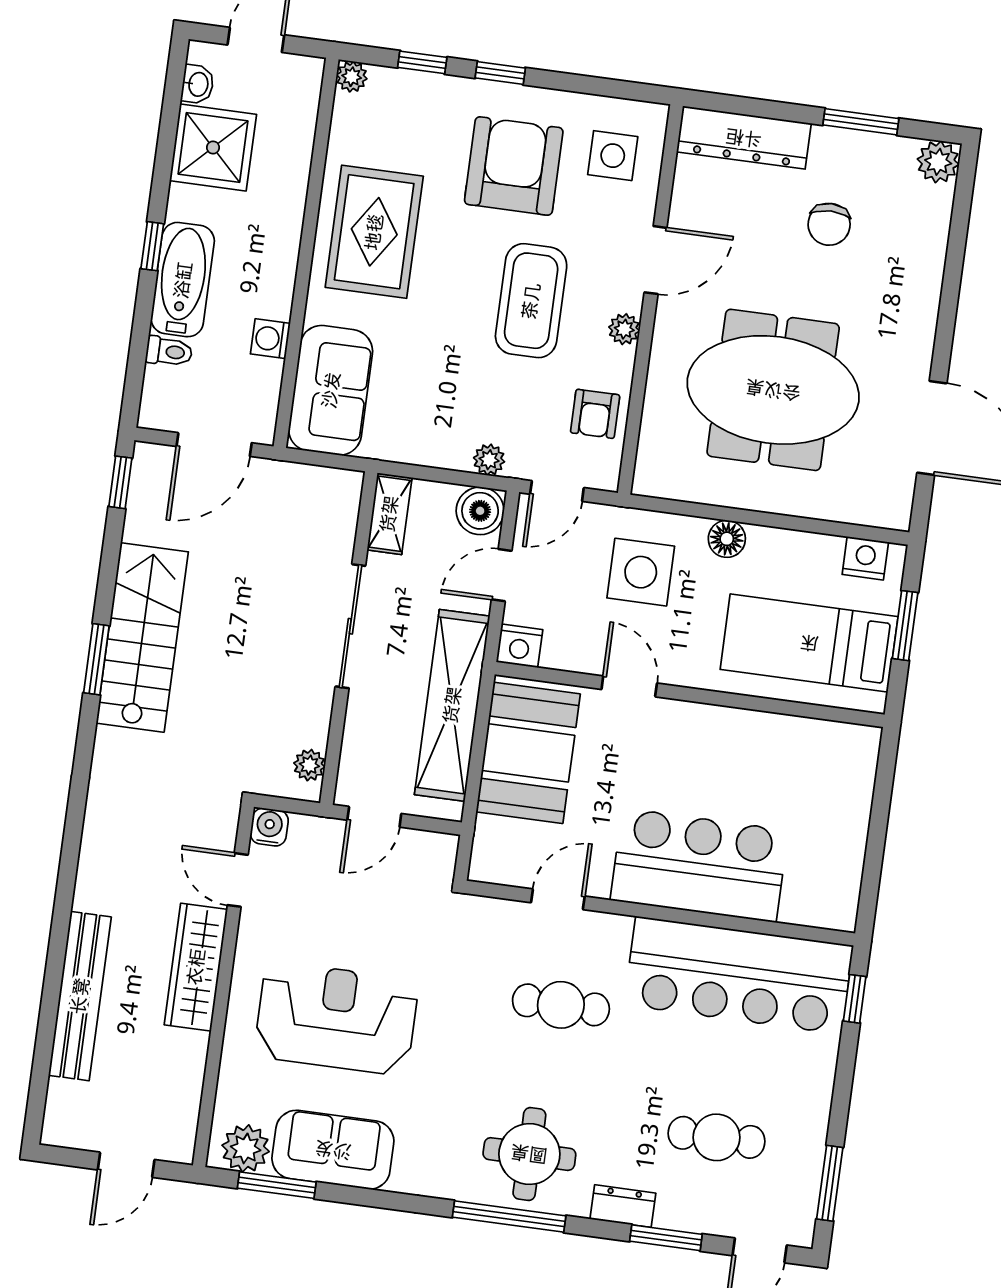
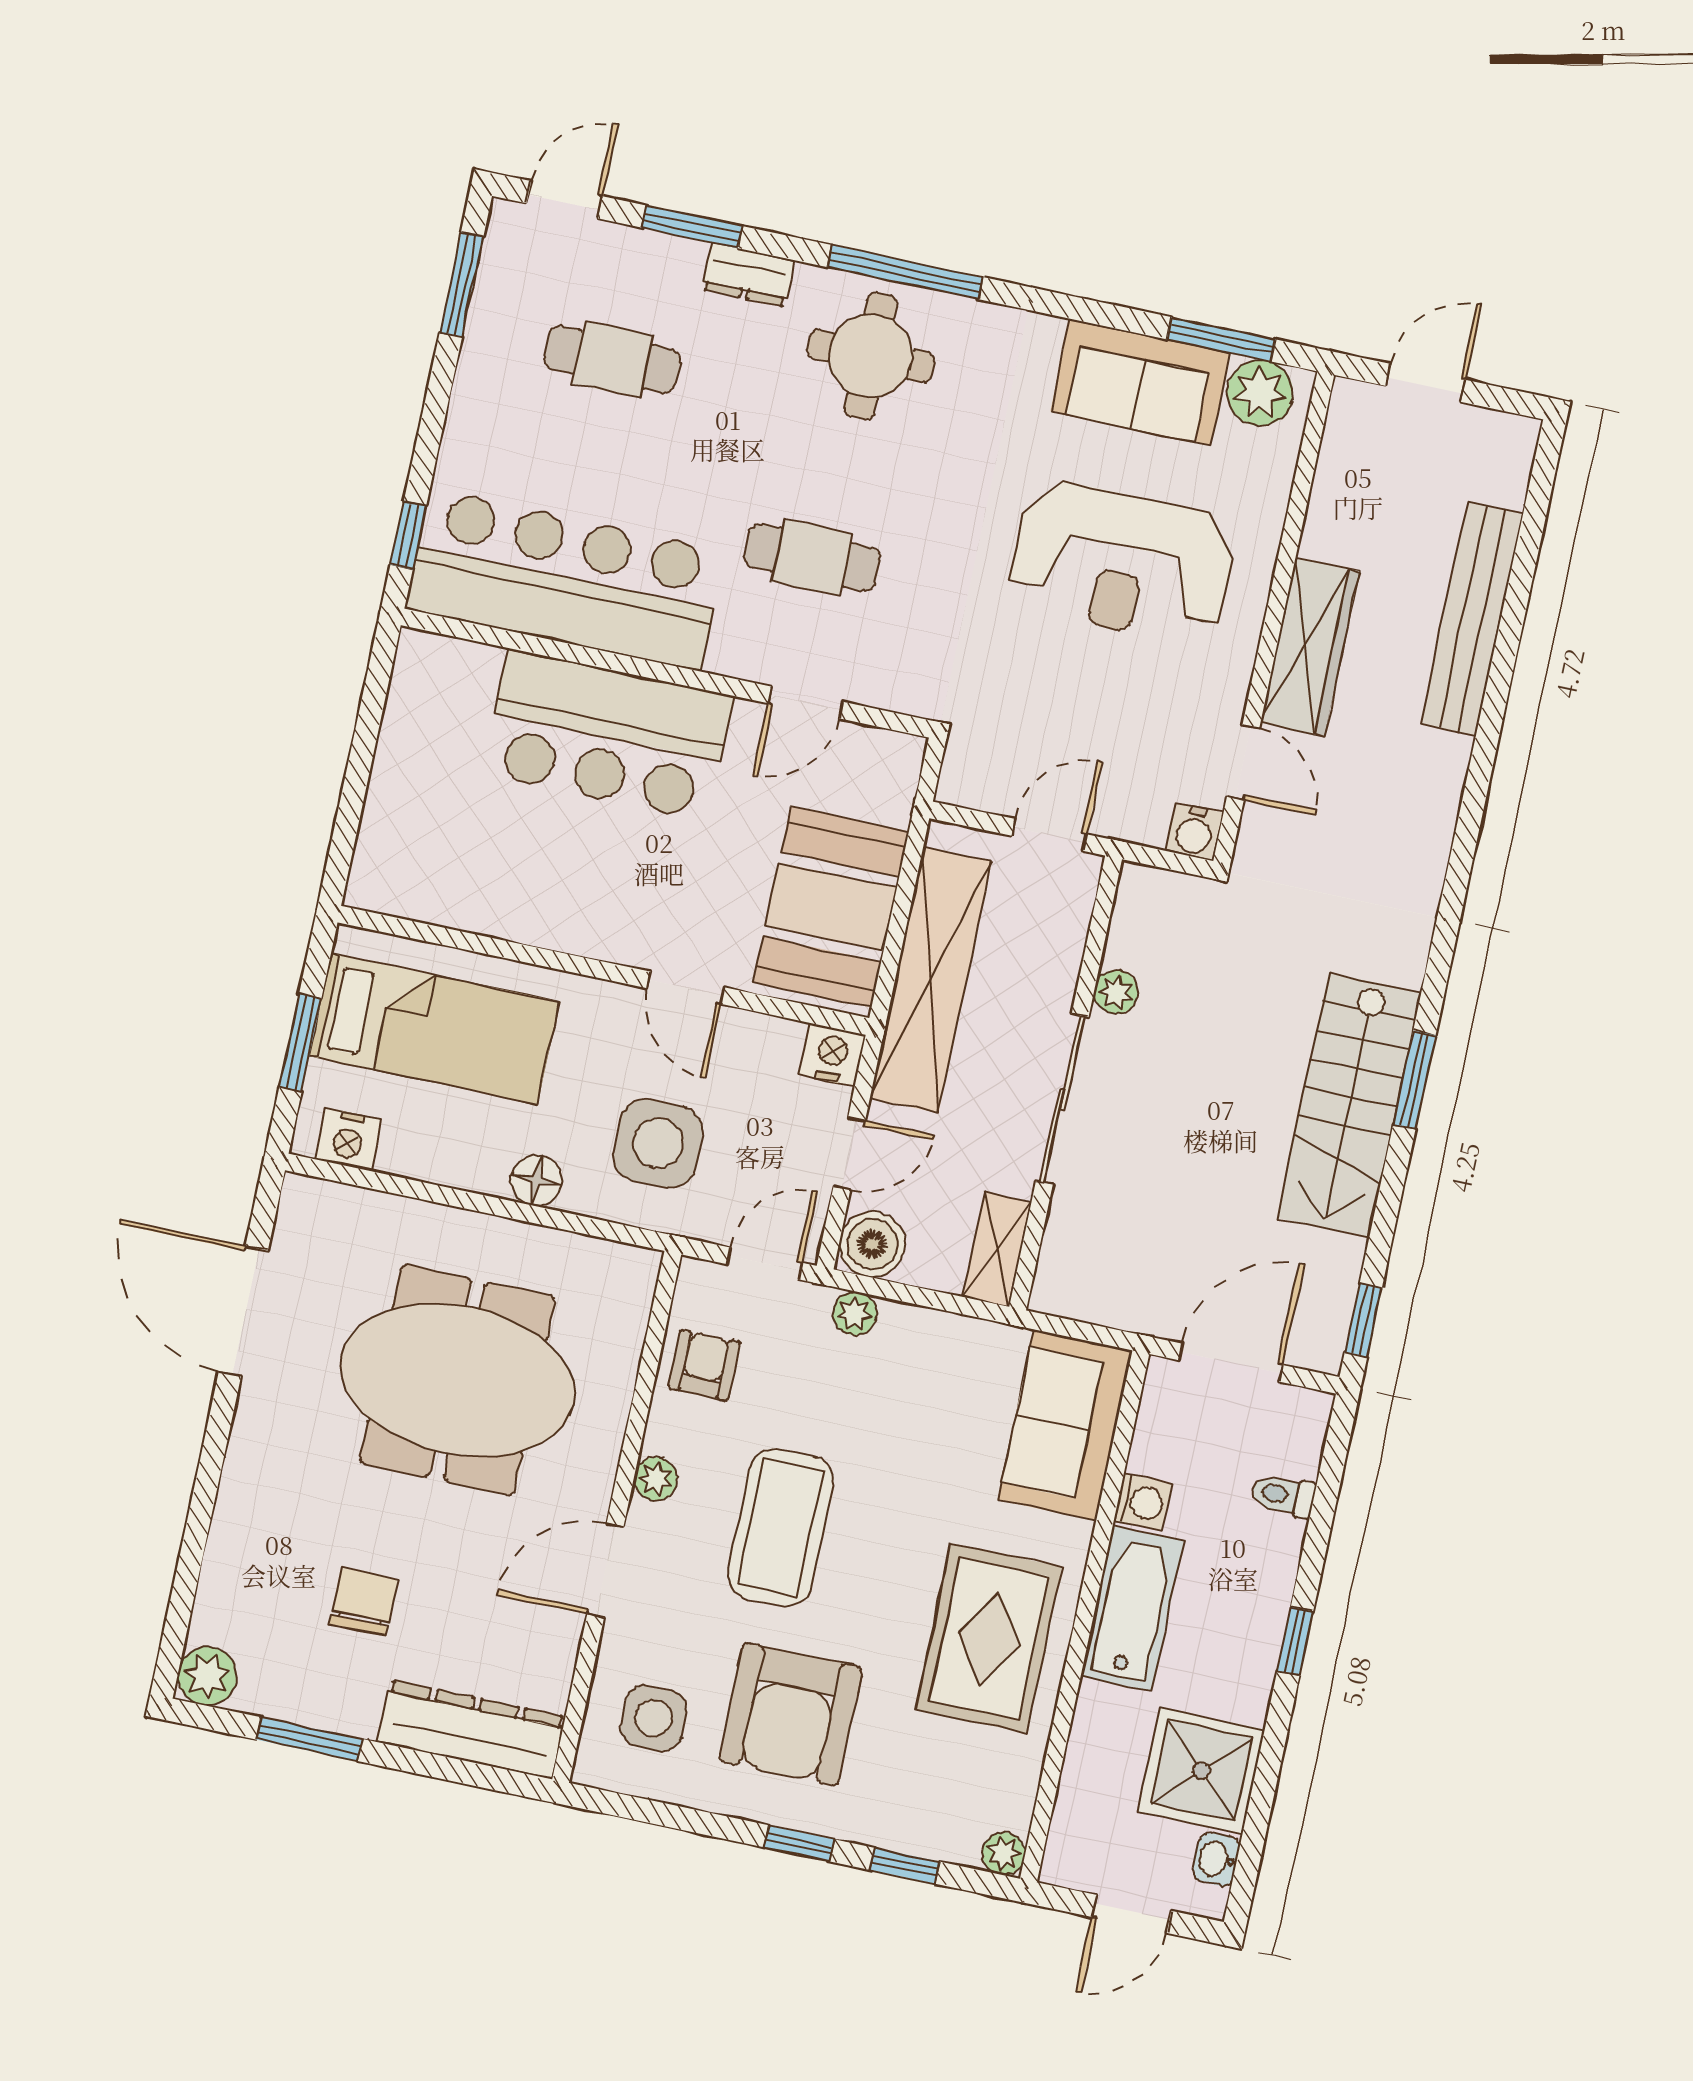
bathtub: (183, 280) -> (1132, 1608), moved, turned 180
plant: (309, 765) -> (1116, 992), moved

